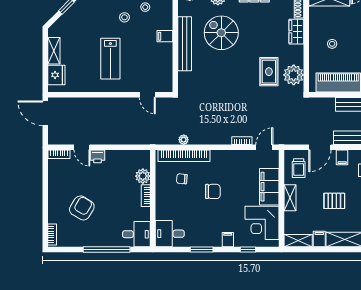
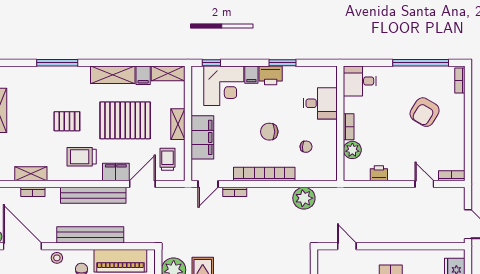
plant: (184, 140) -> (304, 198), width x1.88, depth x1.88
printer: (97, 156) -> (379, 173), moved
bookcase: (184, 156) -> (264, 174), moved
filing cabinet: (342, 157) -> (116, 172), width x2.00
pallet: (334, 201) -> (125, 120), width x2.05, depth x2.00
corner desk: (262, 223) -> (224, 86), moved, turned 90
desk: (170, 234) -> (320, 103), moved
printer: (212, 239) -> (271, 75), added
window: (107, 250) -> (421, 63), moved
window: (248, 250) -> (211, 63), moved

